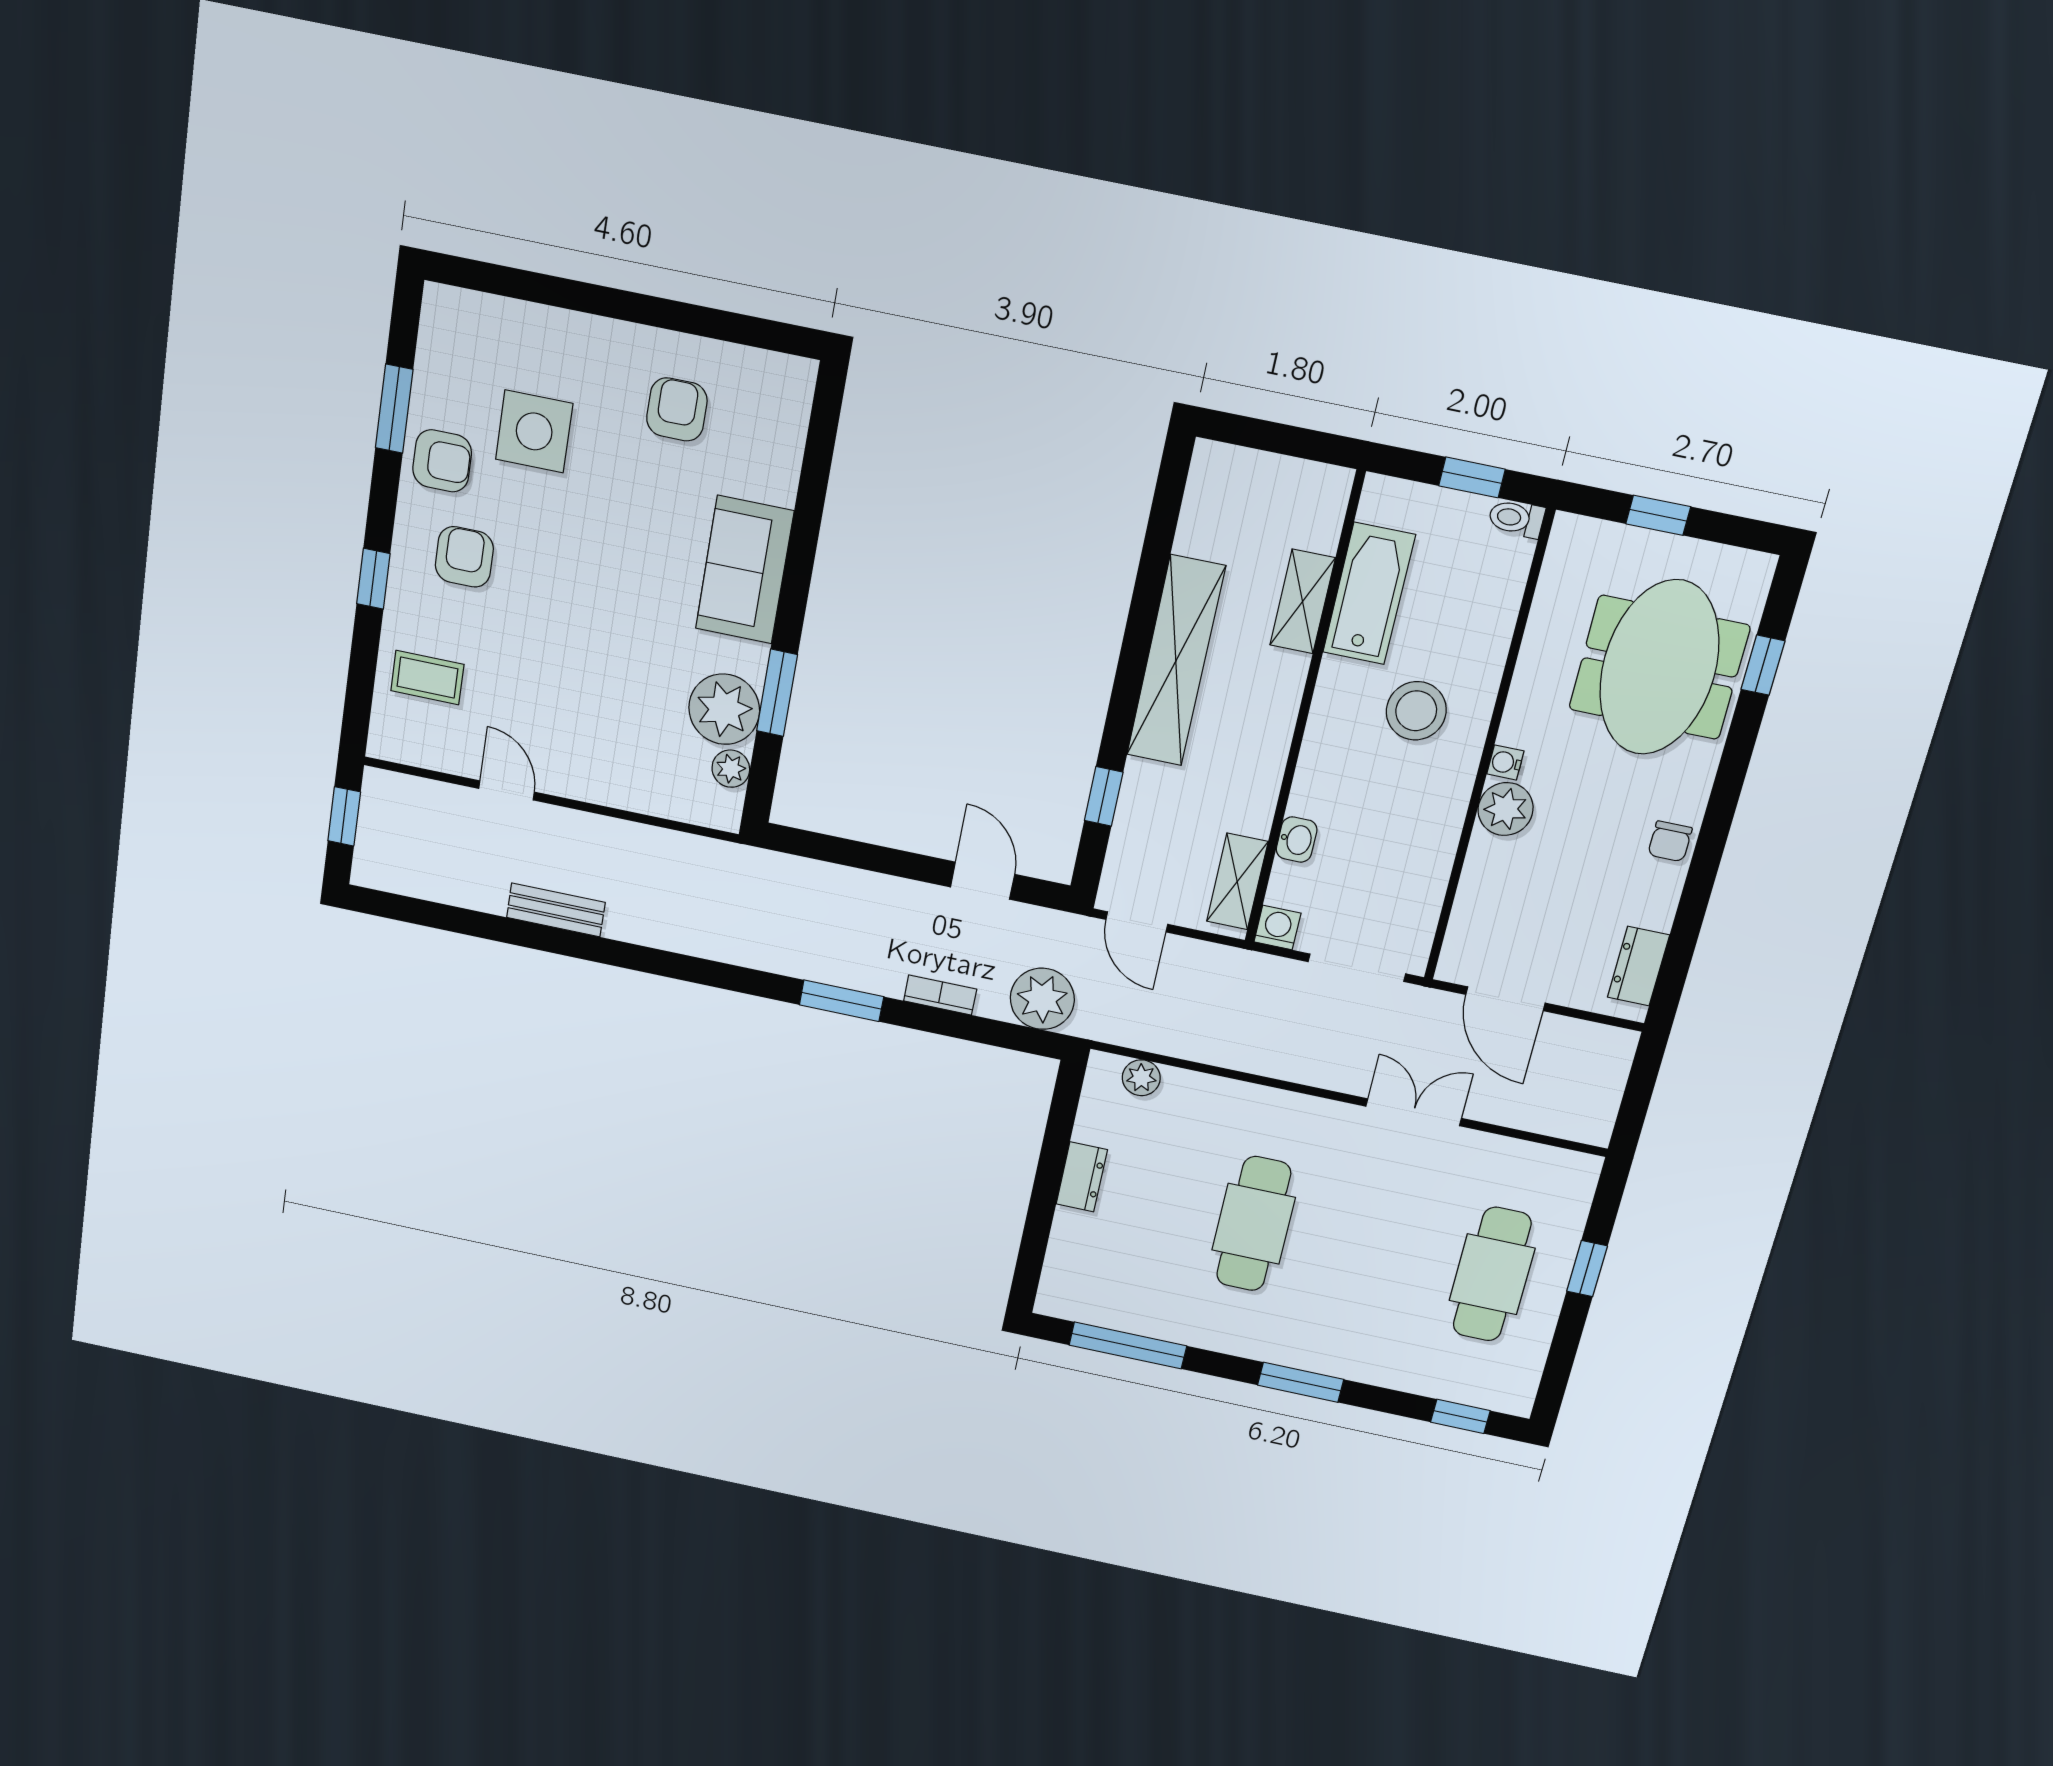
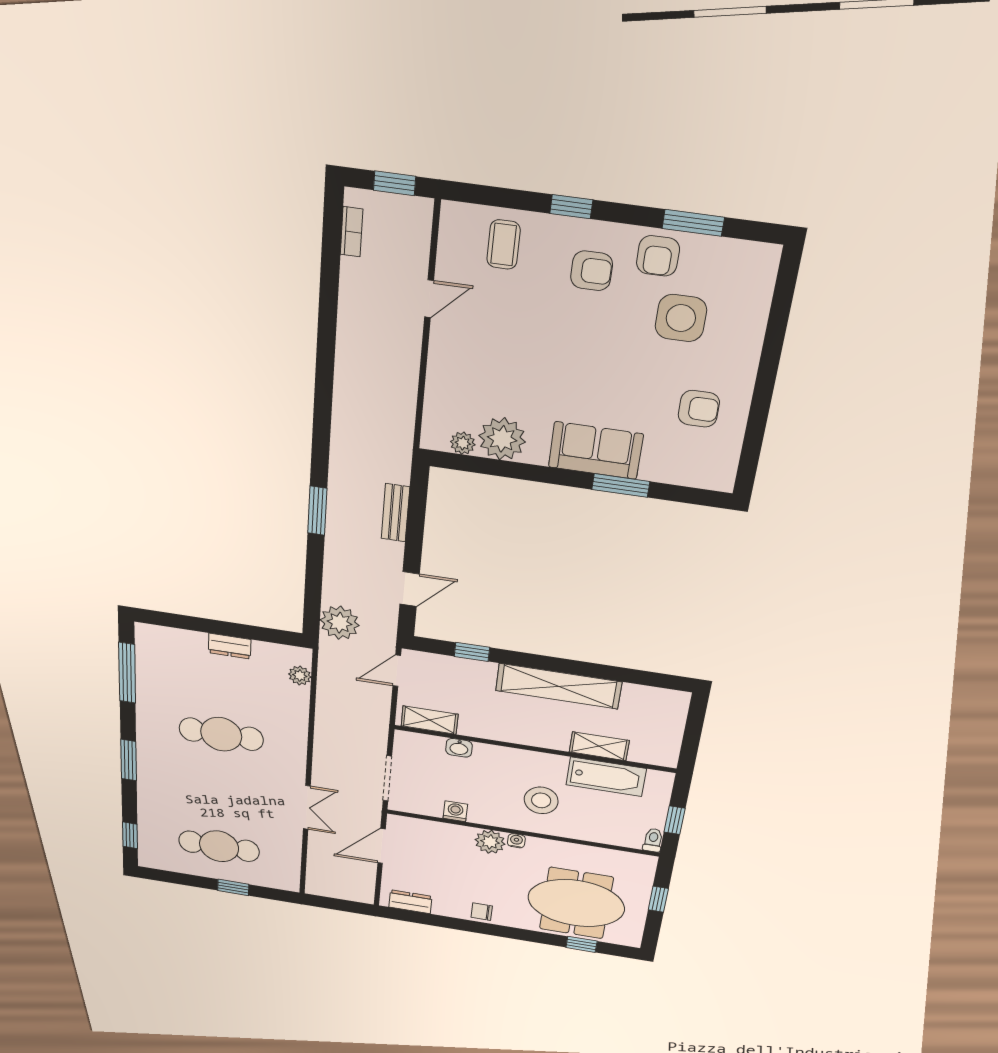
window: (777, 693) -> (621, 486), moved
bench: (556, 910) -> (395, 513), moved
washing machine: (1277, 927) -> (455, 811), moved, turned -90
bookcase: (940, 995) -> (352, 232), moved

